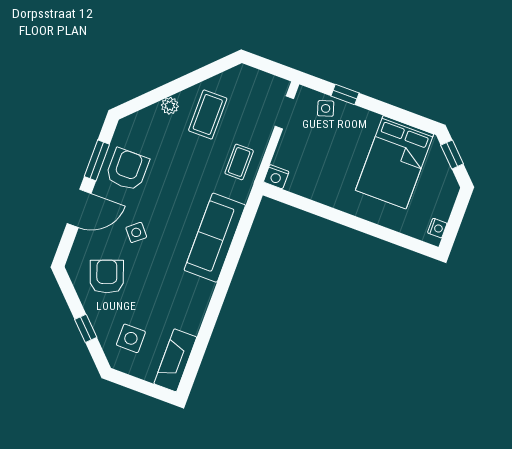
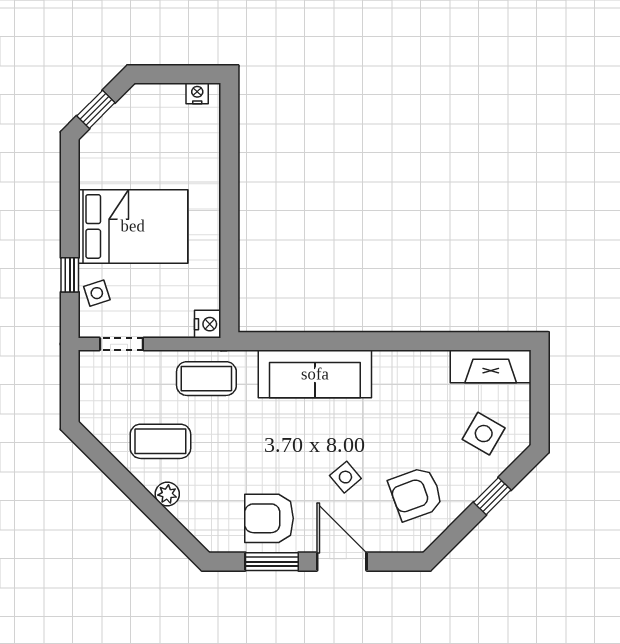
coffee table: (239, 162) -> (206, 379), width x1.36, depth x1.30
bed: (395, 162) -> (133, 226), moved
side table: (131, 338) -> (484, 434), turned 30

